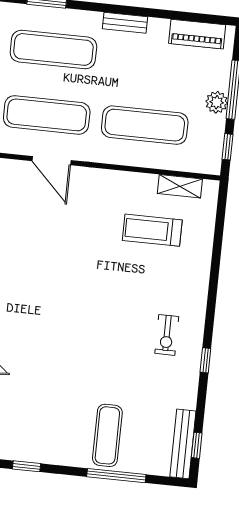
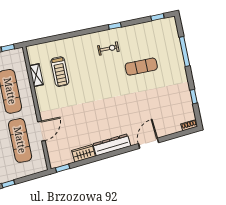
shelving: (180, 186) -> (36, 75), moved
exercise mat: (107, 435) -> (141, 67), moved
bench: (183, 444) -> (159, 24), removed

